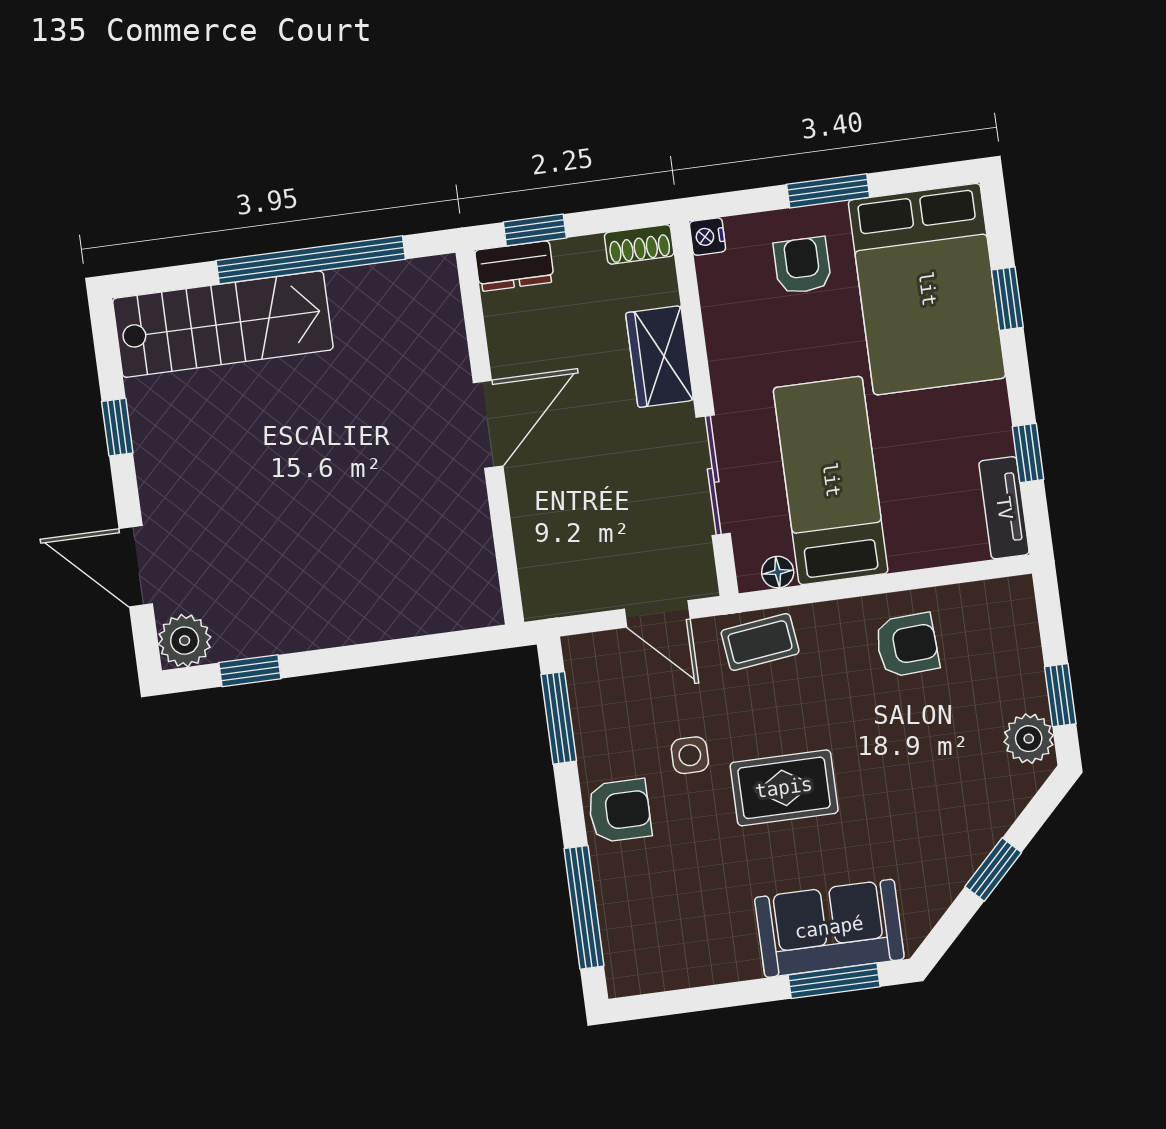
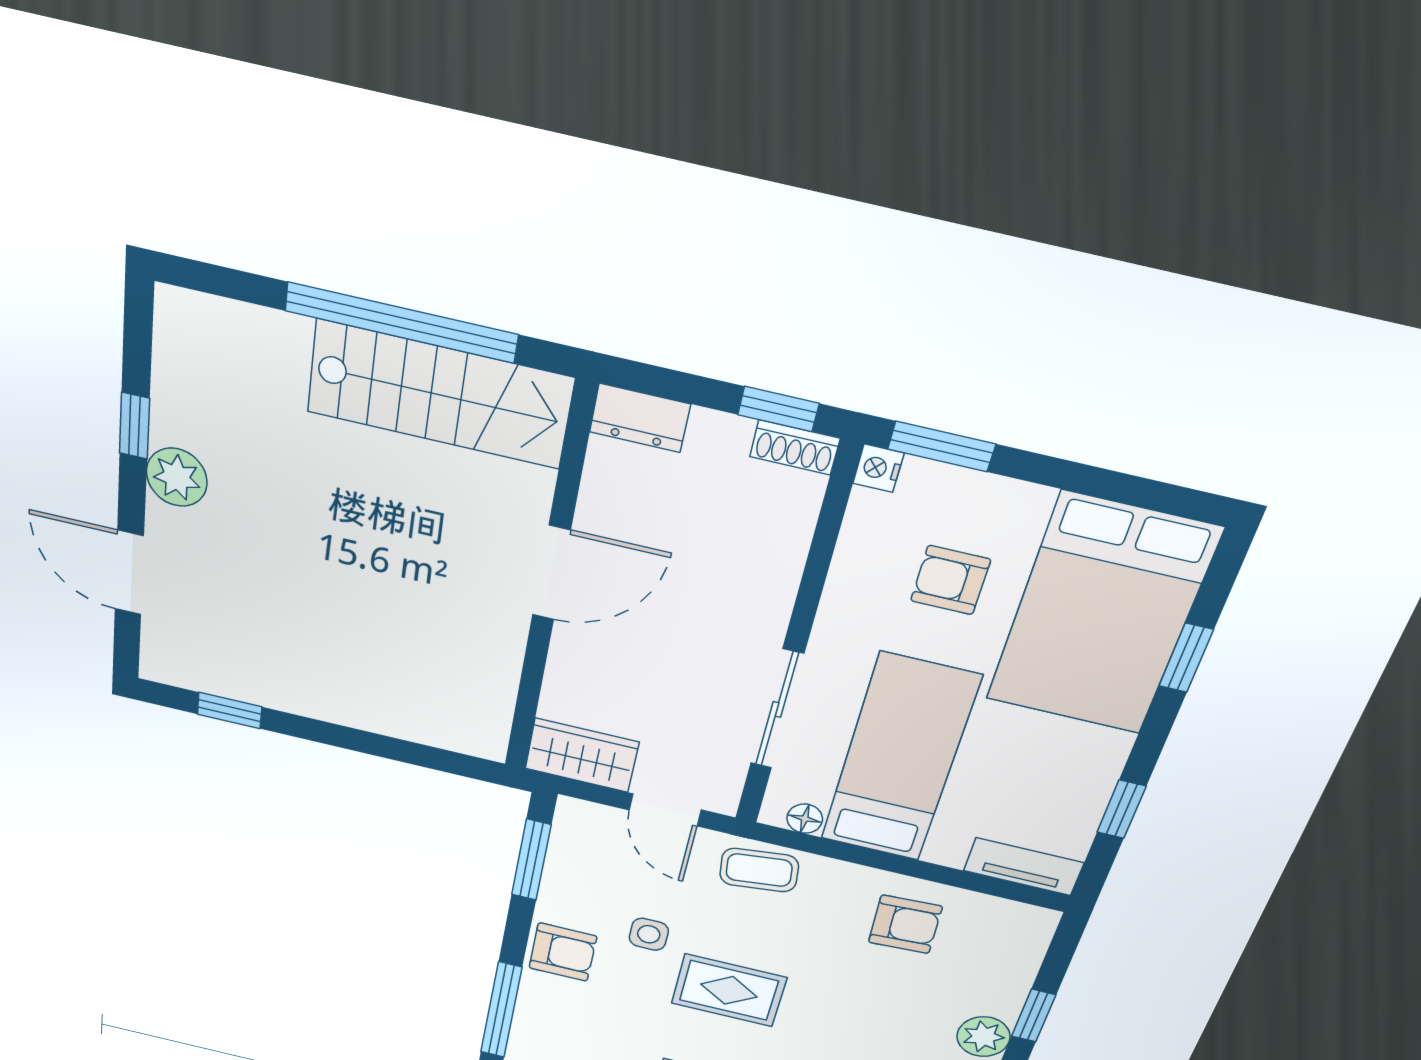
window: (828, 191) -> (942, 446), moved
window: (535, 230) -> (778, 409), moved
armchair: (802, 265) -> (950, 580), moved, turned -90
stairs: (223, 324) -> (439, 395), moved
wardrobe: (660, 357) -> (582, 755), moved, turned 90
tv unit: (1004, 508) -> (1024, 867), moved, turned 90
plant: (185, 641) -> (177, 477), moved

